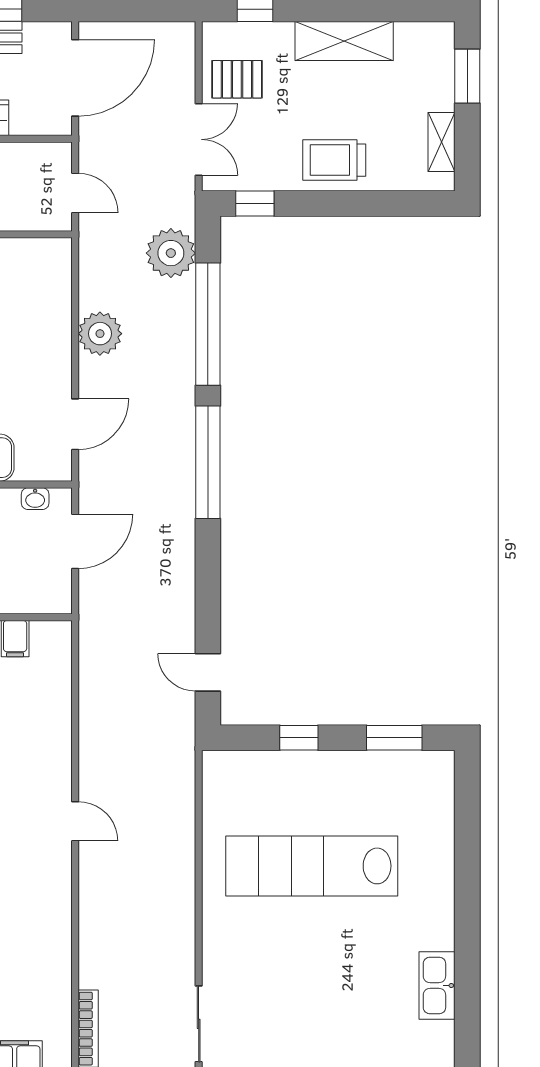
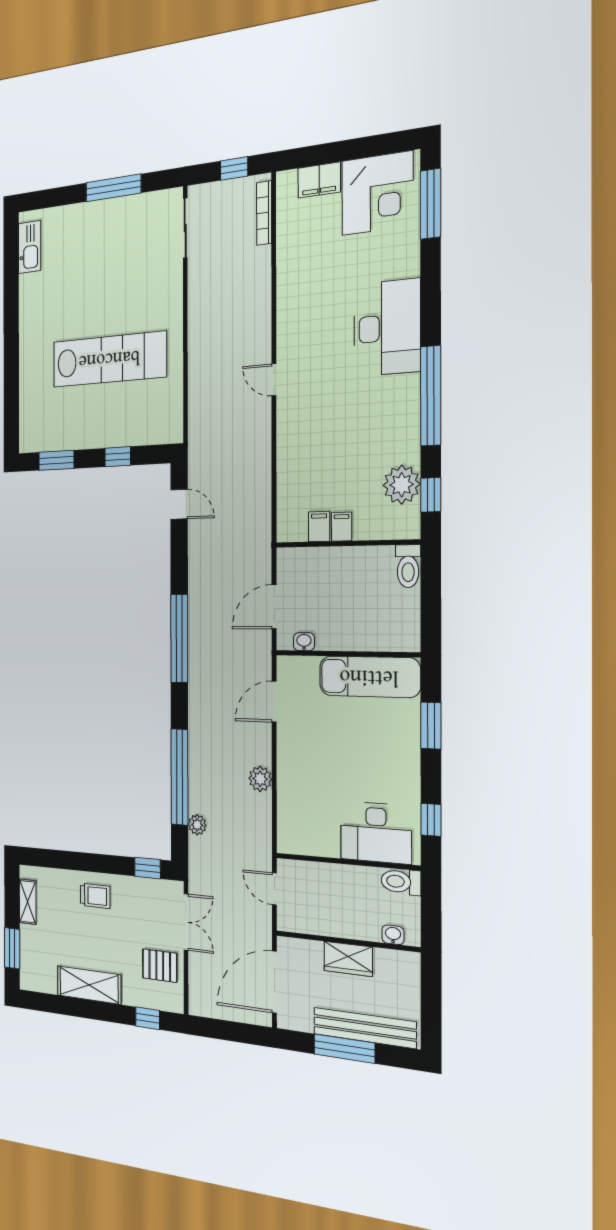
double door: (199, 139) -> (186, 922), swing flipped
trolley: (334, 160) -> (95, 896), width x0.73, depth x0.72
plant: (171, 253) -> (197, 825), width x0.53, depth x0.53
plant: (100, 334) -> (260, 779), width x0.73, depth x0.73
window: (208, 462) -> (179, 638), moved
kitchen sink: (437, 985) -> (30, 247), moved

